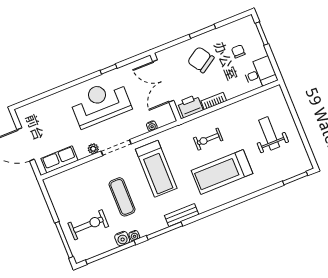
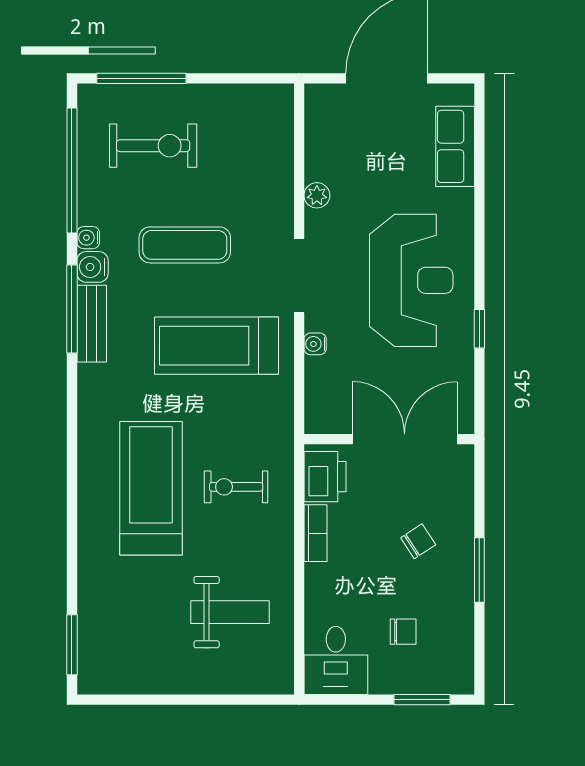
chair: (201, 60) -> (418, 541), width x0.54, depth x0.54
water cooler: (152, 126) -> (315, 344), moved
weight bench: (269, 133) -> (230, 612), moved
exercise bike: (208, 139) -> (236, 487), turned -90
plant: (93, 149) -> (317, 195), moved
row of seats: (59, 159) -> (455, 146), moved, turned 180
bench: (182, 215) -> (92, 324), moved
exercise bike: (88, 225) -> (153, 146), turned -90
water cooler: (122, 239) -> (93, 267), moved

